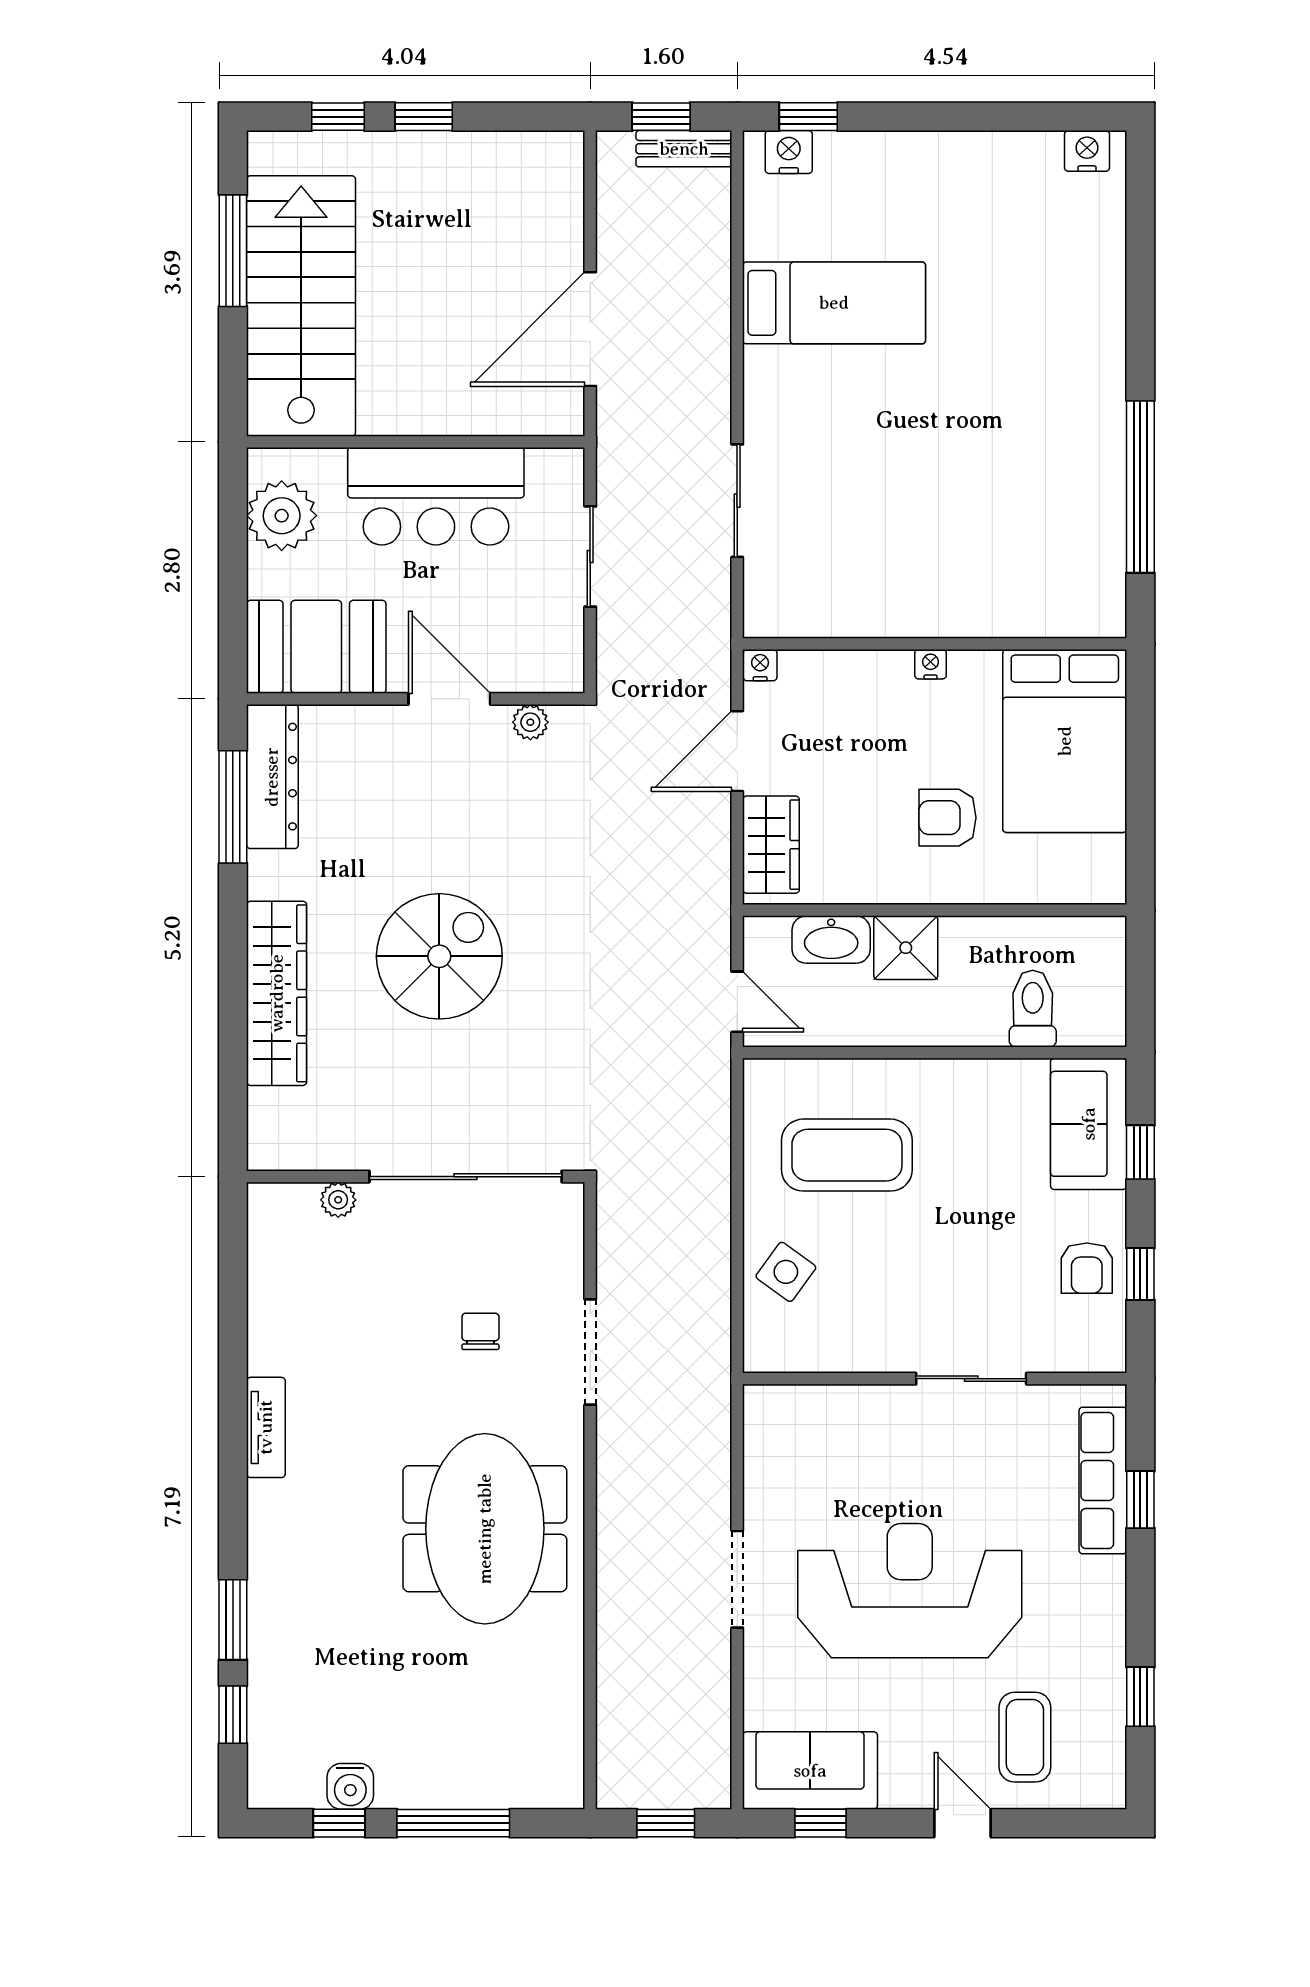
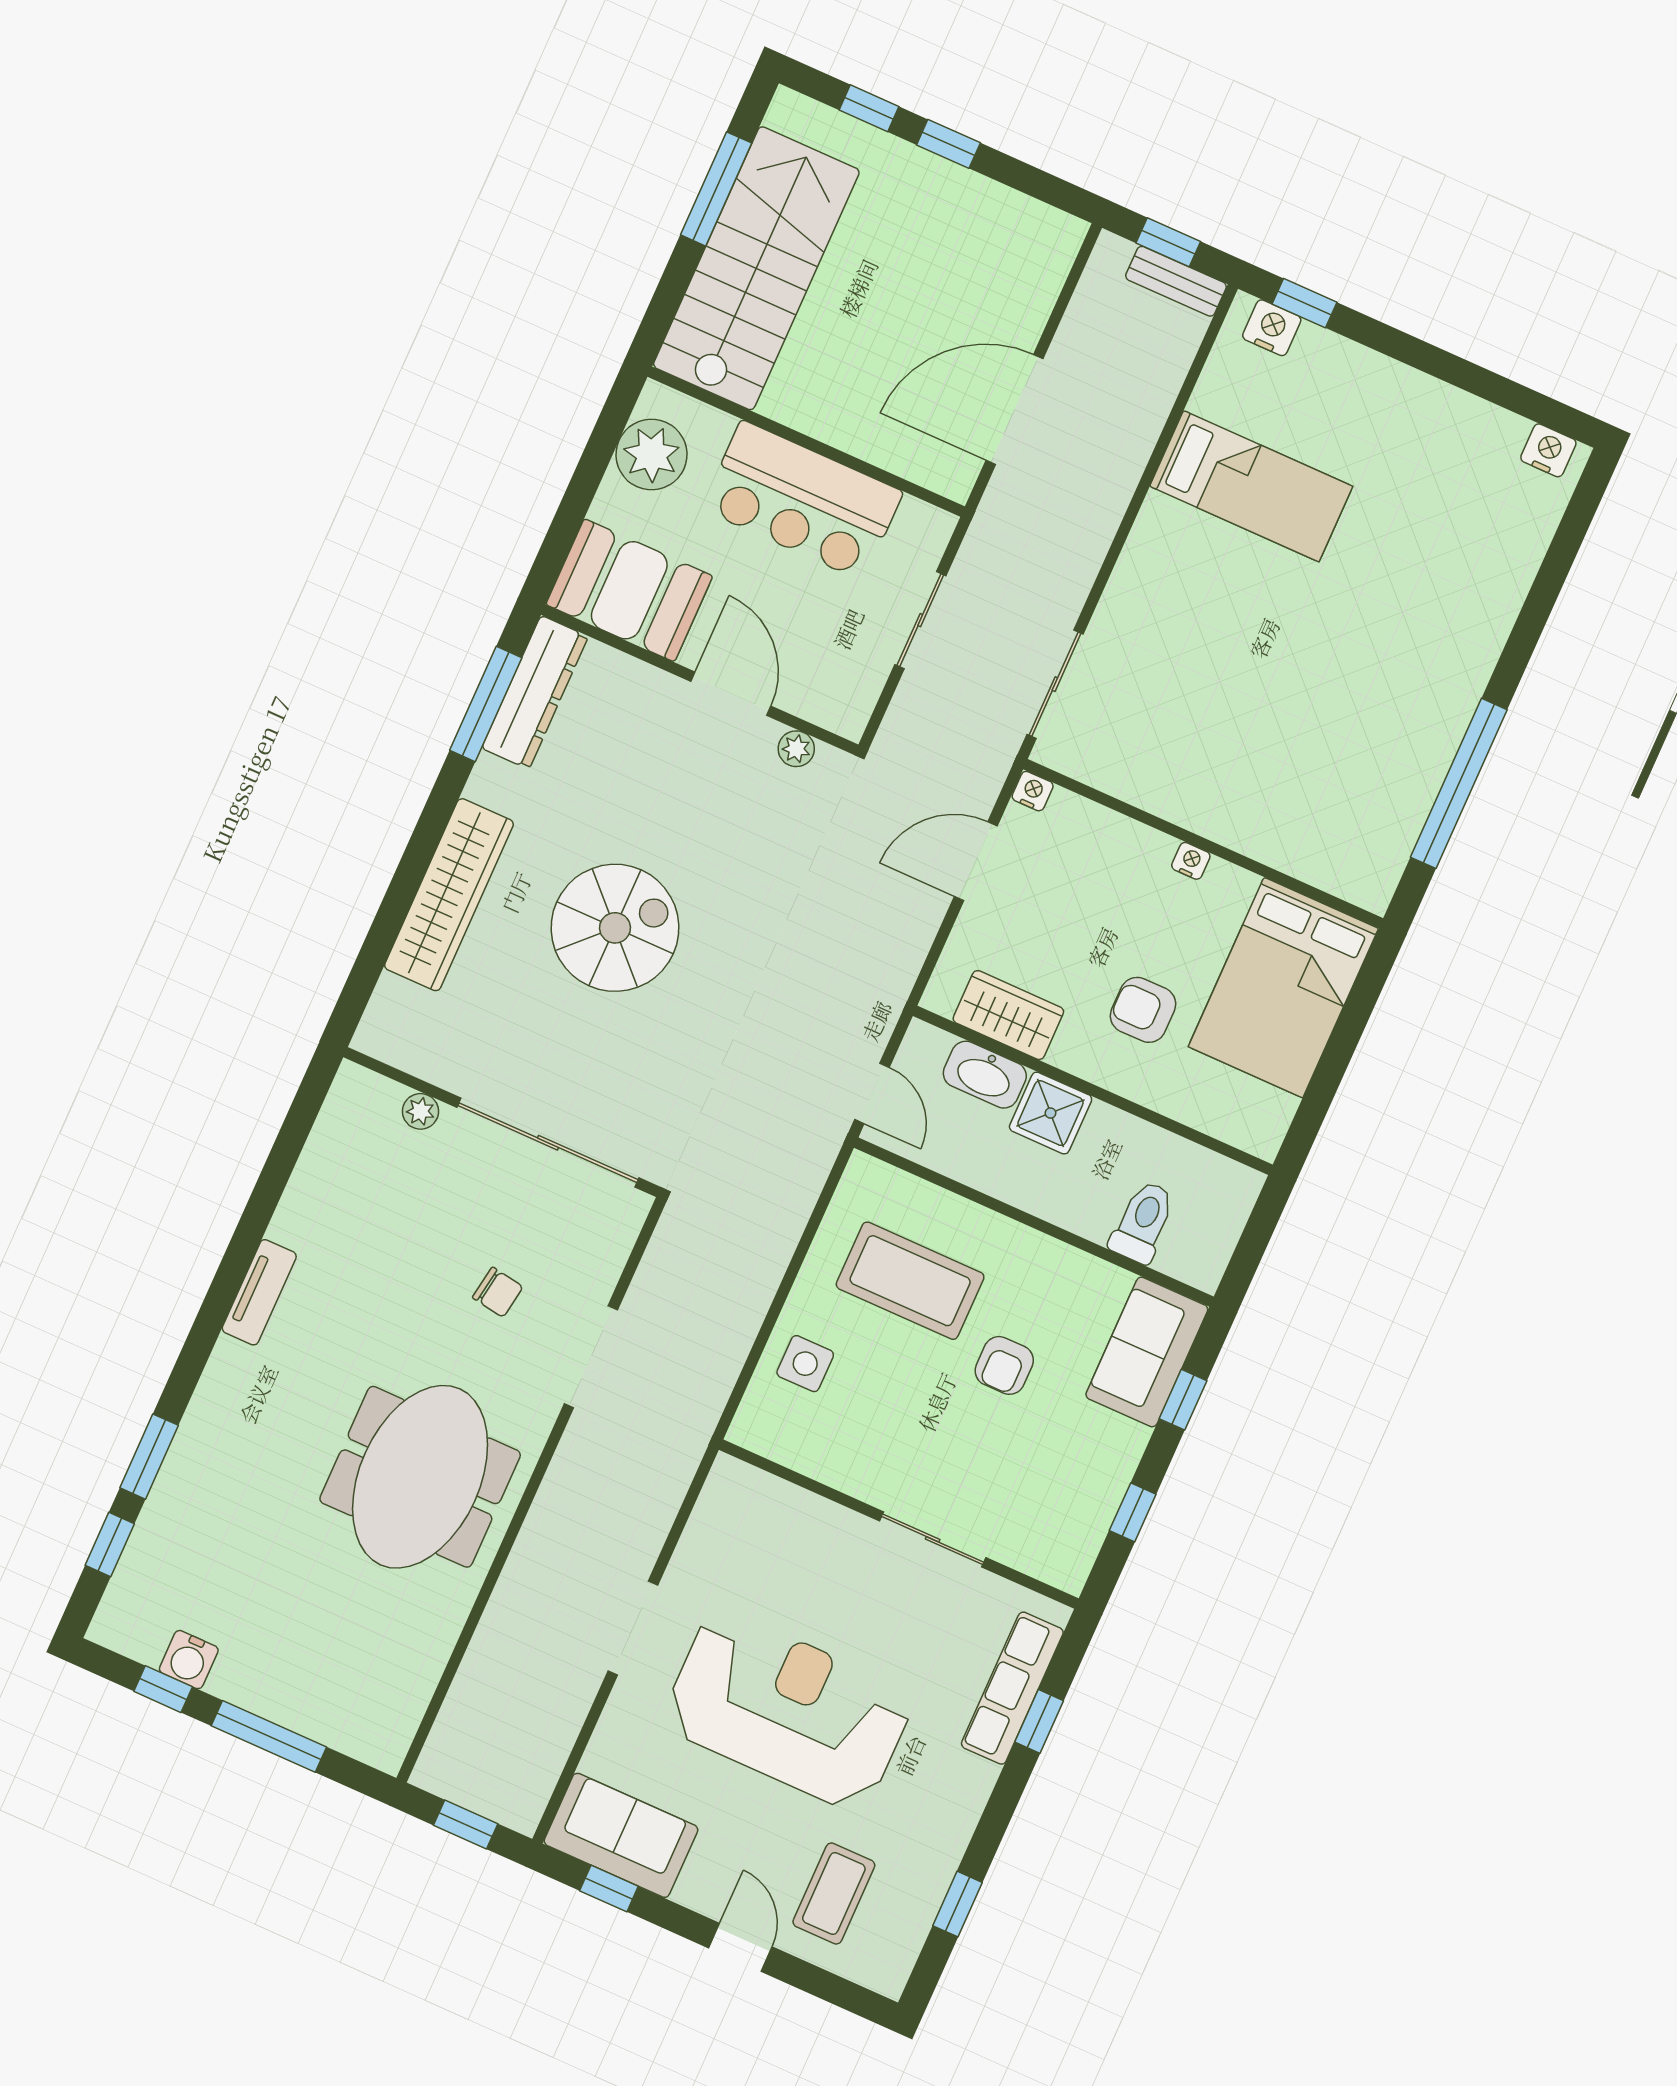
sliding door: (737, 501) -> (1055, 684), moved
wardrobe: (771, 845) -> (1008, 1015), moved, turned -90
armchair: (1087, 1268) -> (1004, 1365), moved
side table: (786, 1272) -> (805, 1364), turned -36
chair: (480, 1331) -> (498, 1292), turned 99

